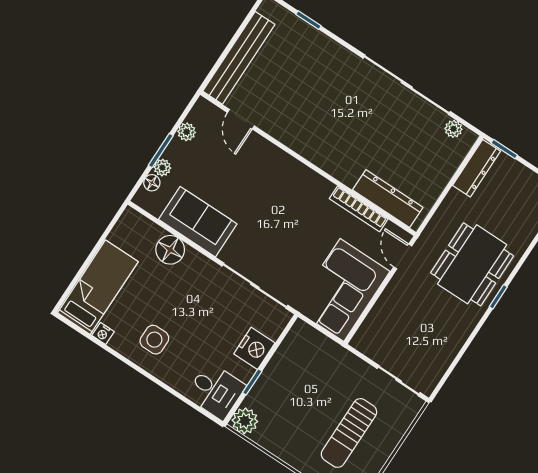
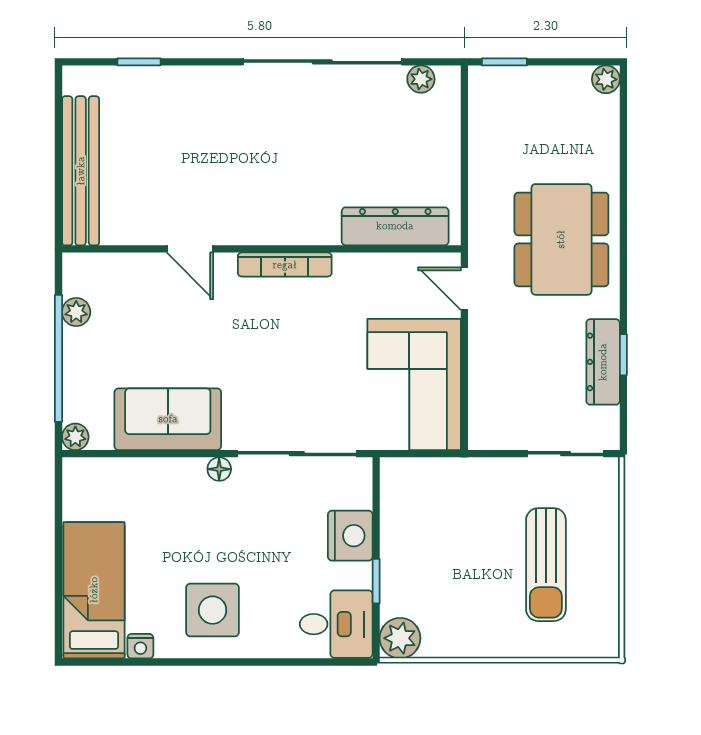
door: (241, 119) -> (190, 249), moved
window: (161, 150) -> (58, 358), width x2.11
plant: (162, 168) -> (75, 437), moved
dresser: (477, 168) -> (603, 362), moved, turned 180
floor lamp: (152, 183) -> (75, 408), removed
bookcase: (359, 209) -> (285, 265), moved
floor lamp: (170, 250) -> (219, 469), moved, width x0.53, depth x0.53
window: (498, 297) -> (623, 355), moved
side table: (154, 340) -> (213, 610), width x1.37, depth x1.37

